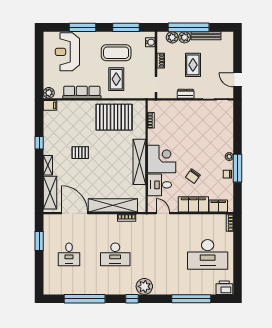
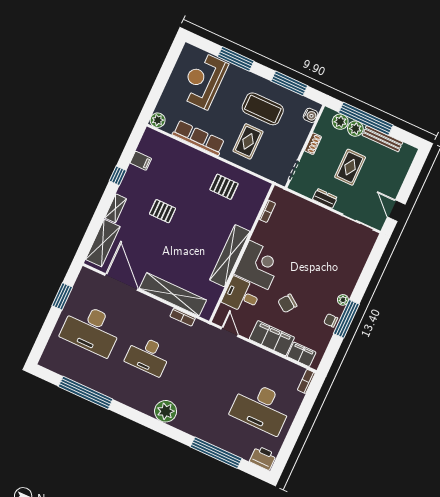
filing cabinet: (50, 105) -> (141, 161), moved
pallet: (114, 117) -> (224, 187), width x0.49, depth x0.50
desk: (69, 254) -> (91, 329), width x1.87, depth x1.30
window: (132, 299) -> (144, 419), removed

